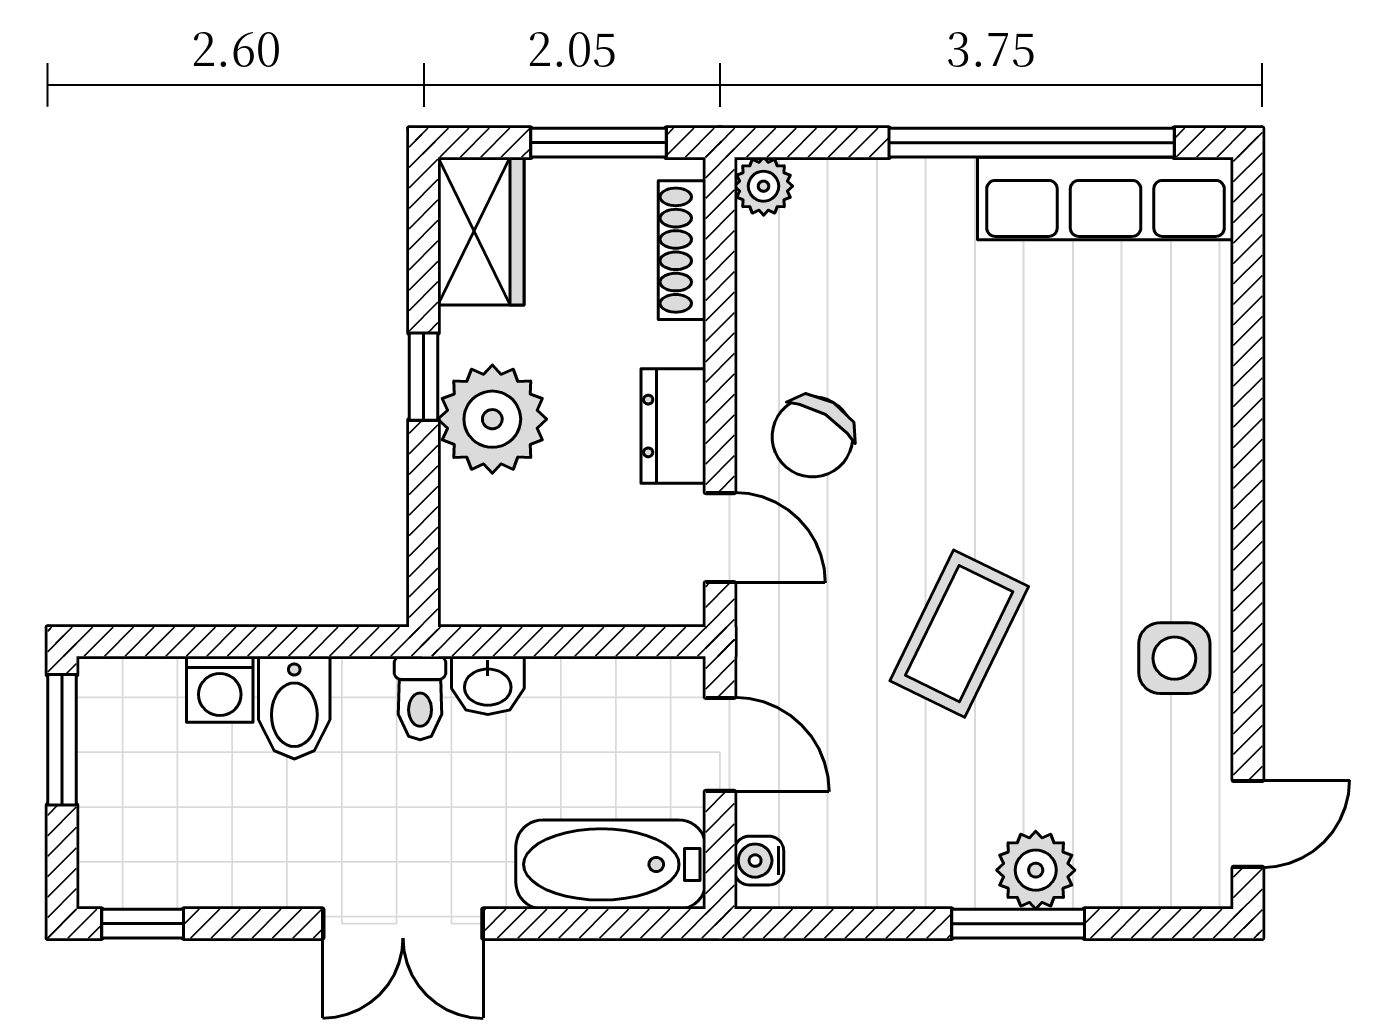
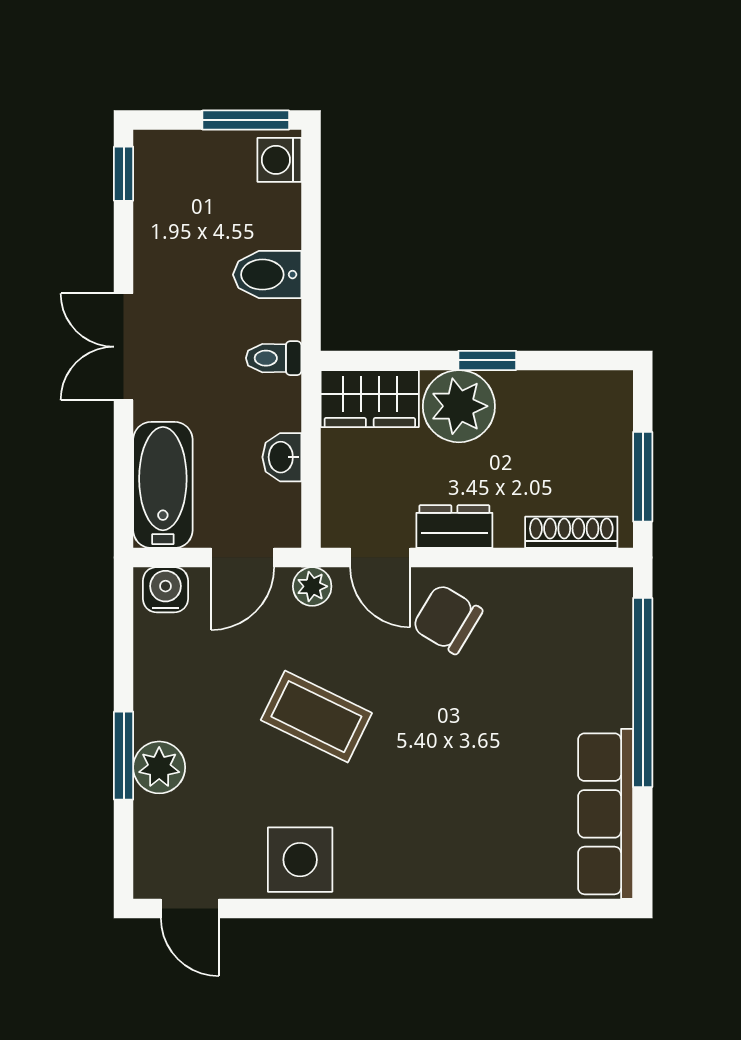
window: (1032, 143) -> (643, 692), moved
plant: (764, 186) -> (312, 586), moved
wardrobe: (481, 231) -> (370, 399), moved
door: (720, 538) -> (380, 558), hinge flipped
side table: (1174, 658) -> (300, 860), width x1.37, depth x1.37
washbasin: (488, 685) -> (282, 457), moved
washing machine: (220, 689) -> (279, 160), moved
water cooler: (759, 861) -> (165, 590), width x1.38, depth x1.38

